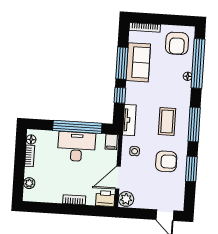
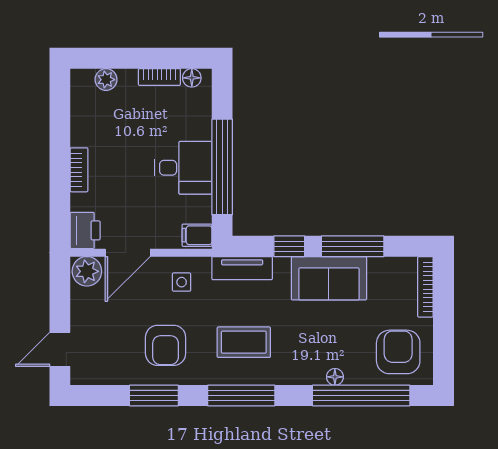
armchair: (177, 43) -> (398, 352), turned 90
sofa: (138, 62) -> (329, 278), moved
desk: (76, 147) -> (183, 168), width x0.73
door: (118, 178) -> (128, 253), swing flipped

